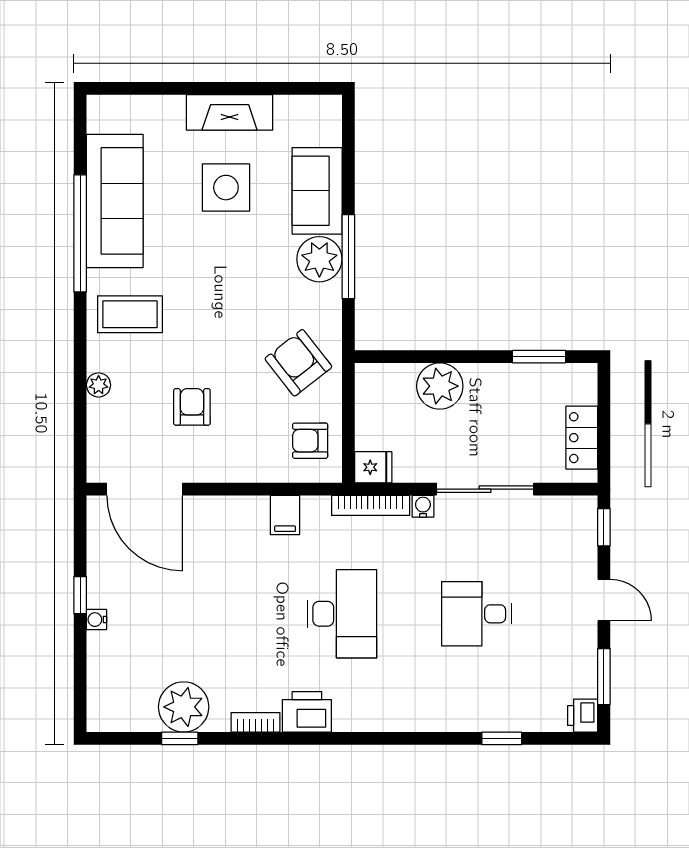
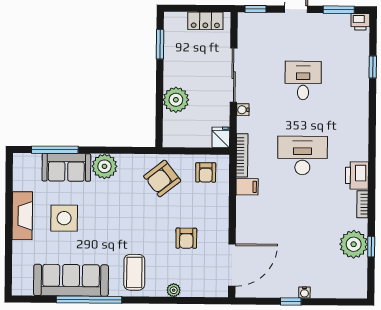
window: (348, 257) -> (55, 150), moved
armchair: (192, 407) -> (186, 238), turned -90
bookcase: (371, 505) -> (242, 155), moved
desk: (476, 614) -> (303, 80), turned 180

